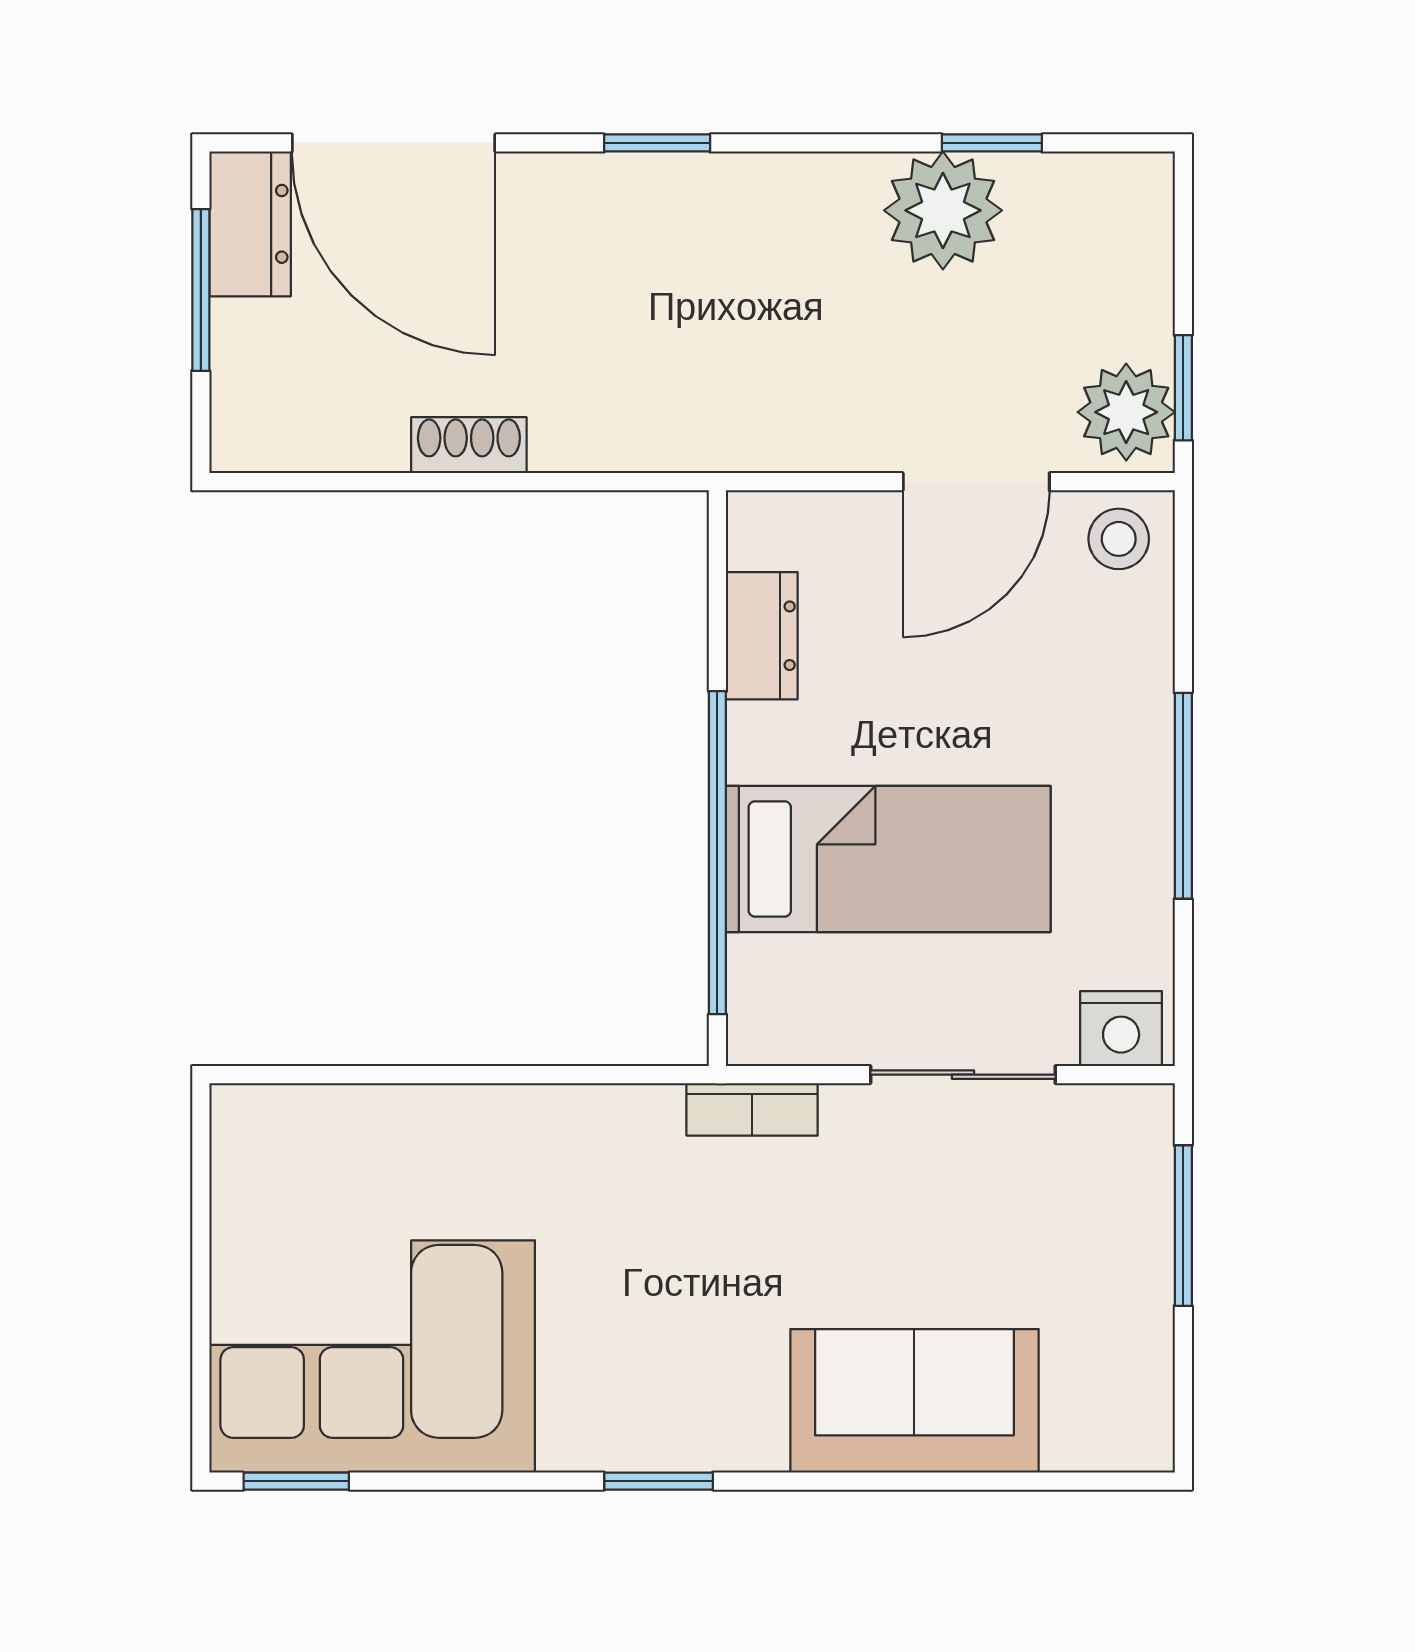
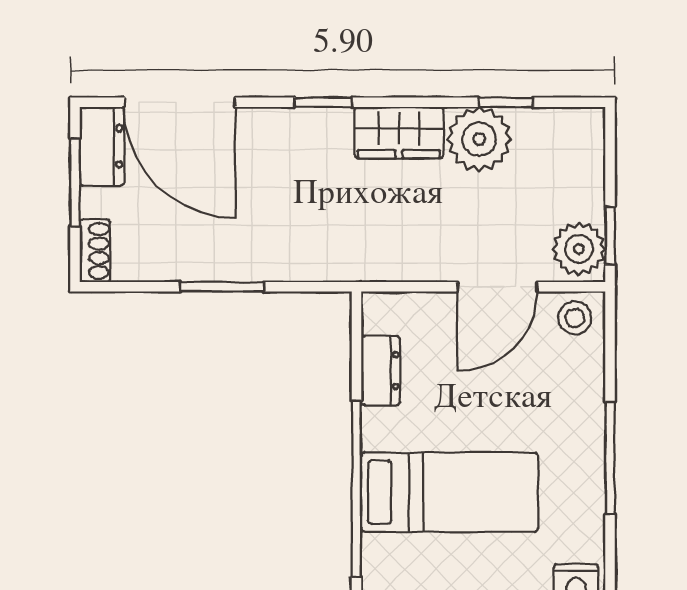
wardrobe: (796, 199) -> (399, 133), added
shoe rack: (469, 445) -> (95, 251), moved, turned 90
window: (471, 482) -> (222, 287), added

